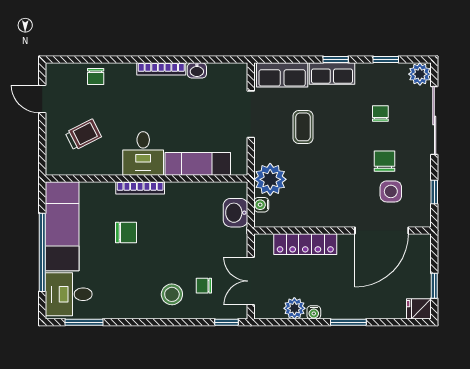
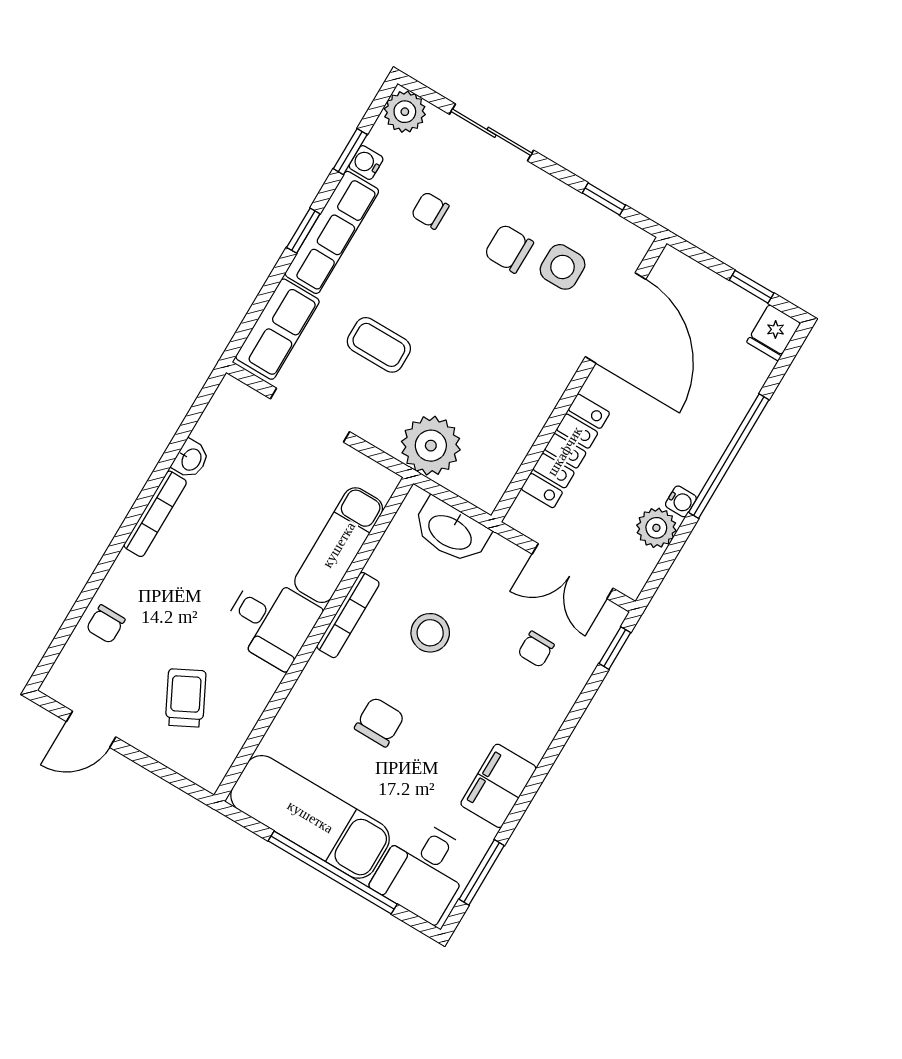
row of seats: (332, 74) -> (332, 232), width x1.48
chair: (96, 76) -> (106, 624), turned 90
sliding door: (434, 121) -> (492, 132), width x0.73
bookcase: (140, 188) -> (348, 615), moved
water cooler: (261, 205) -> (366, 163), moved, turned 90
washbasin: (236, 213) -> (451, 531), width x1.38
stool: (172, 294) -> (430, 633), moved
filing cabinet: (129, 306) -> (498, 786), added
window: (348, 322) -> (729, 456), width x2.11

